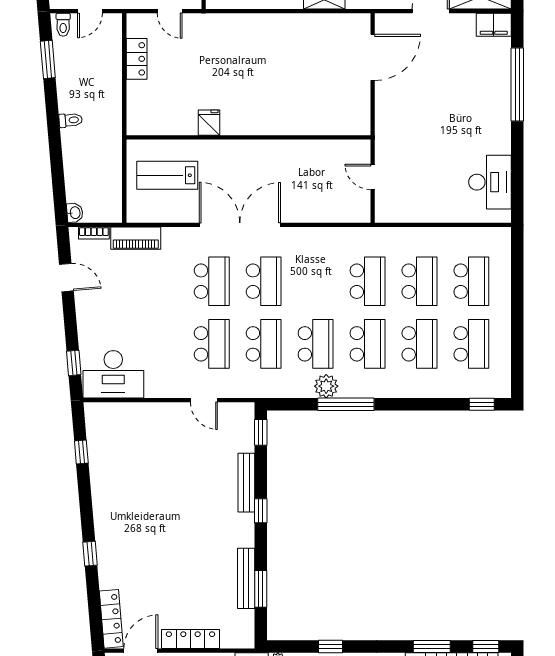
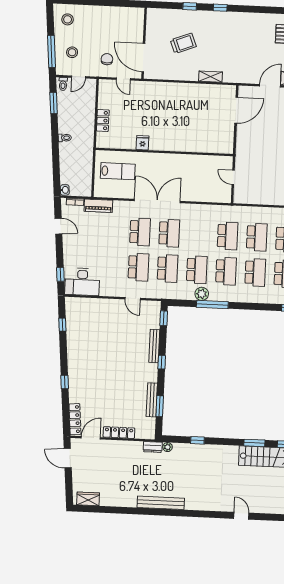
locker: (137, 59) -> (103, 120), moved
lab bench: (167, 175) -> (118, 171), turned 180

